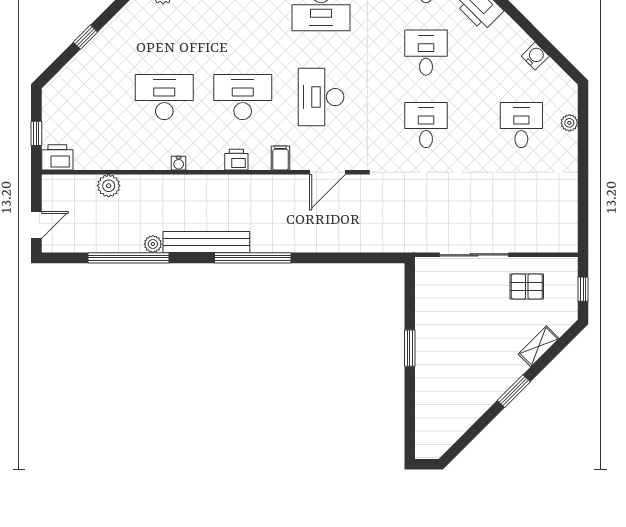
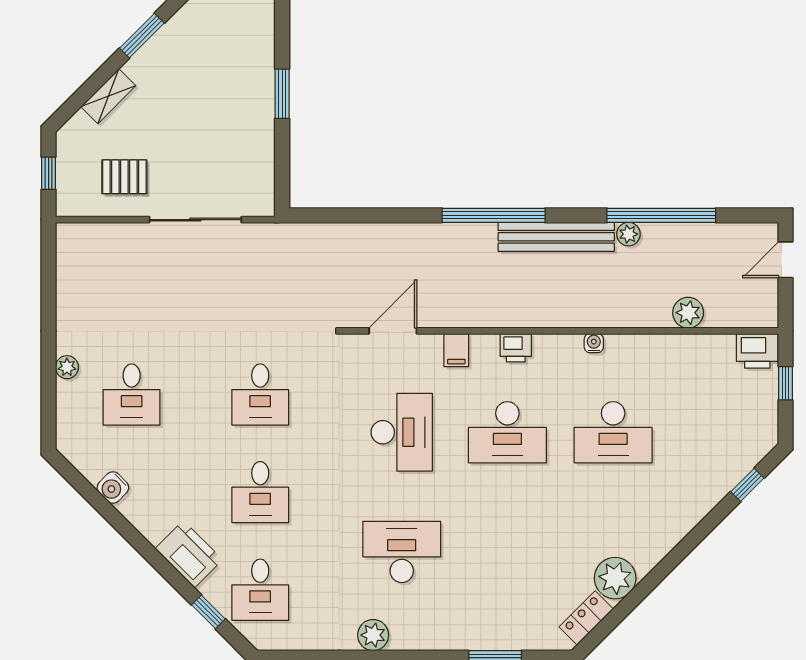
window: (85, 37) -> (747, 485), moved
plant: (569, 123) -> (67, 367), moved

